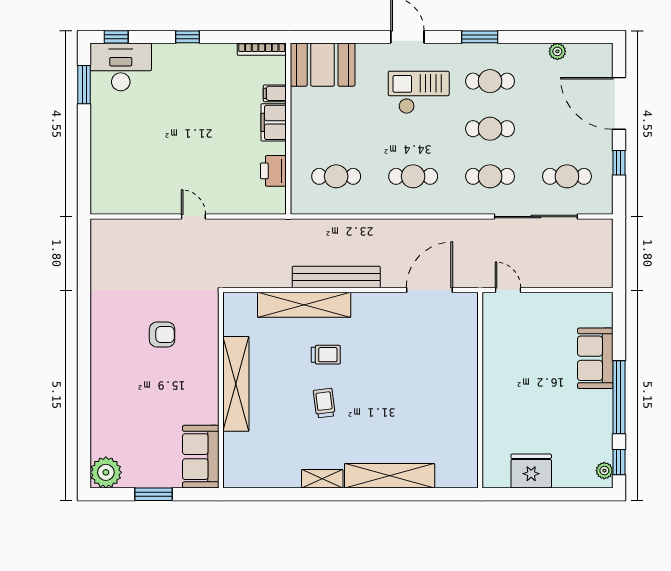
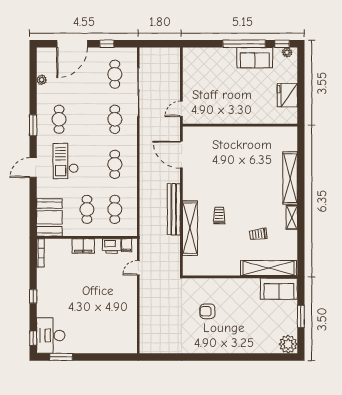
filing cabinet: (275, 93) -> (127, 245), moved
cafe table: (490, 129) -> (87, 209), moved
door: (193, 217) -> (138, 268), moved
armchair: (162, 335) -> (207, 311), turned -90
sofa: (595, 358) -> (255, 58), moved
shelving: (236, 384) -> (269, 268), moved
trolley: (324, 403) -> (258, 234), moved

